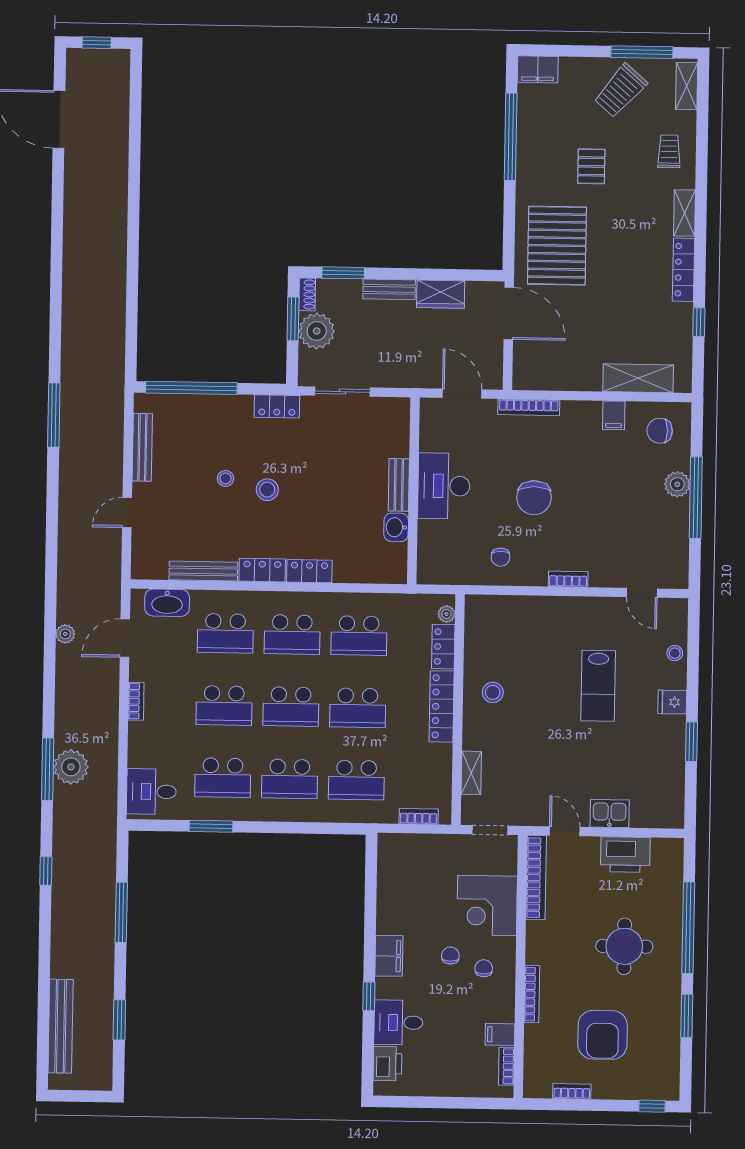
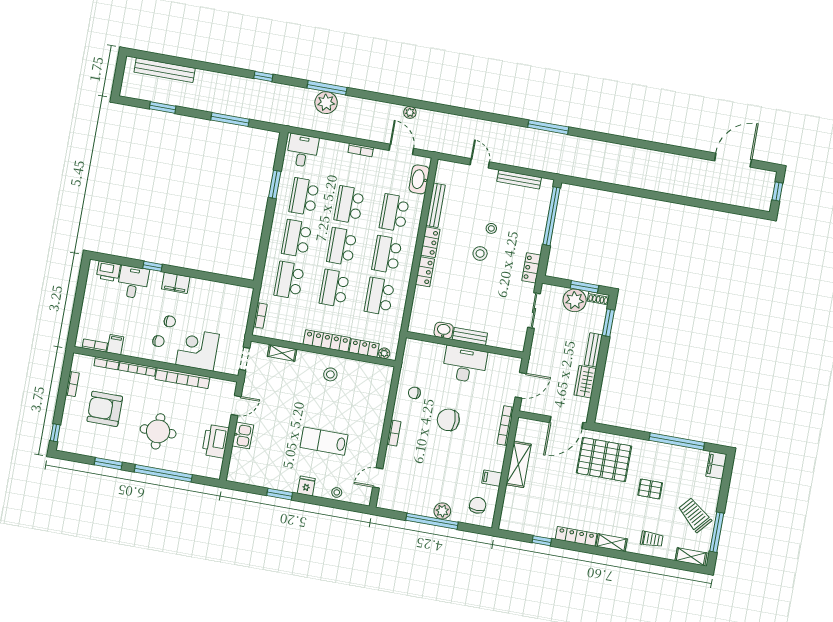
shelving: (638, 378) -> (519, 464), moved
bookcase: (536, 878) -> (183, 378), moved
bookcase: (531, 1044) -> (107, 363), added

